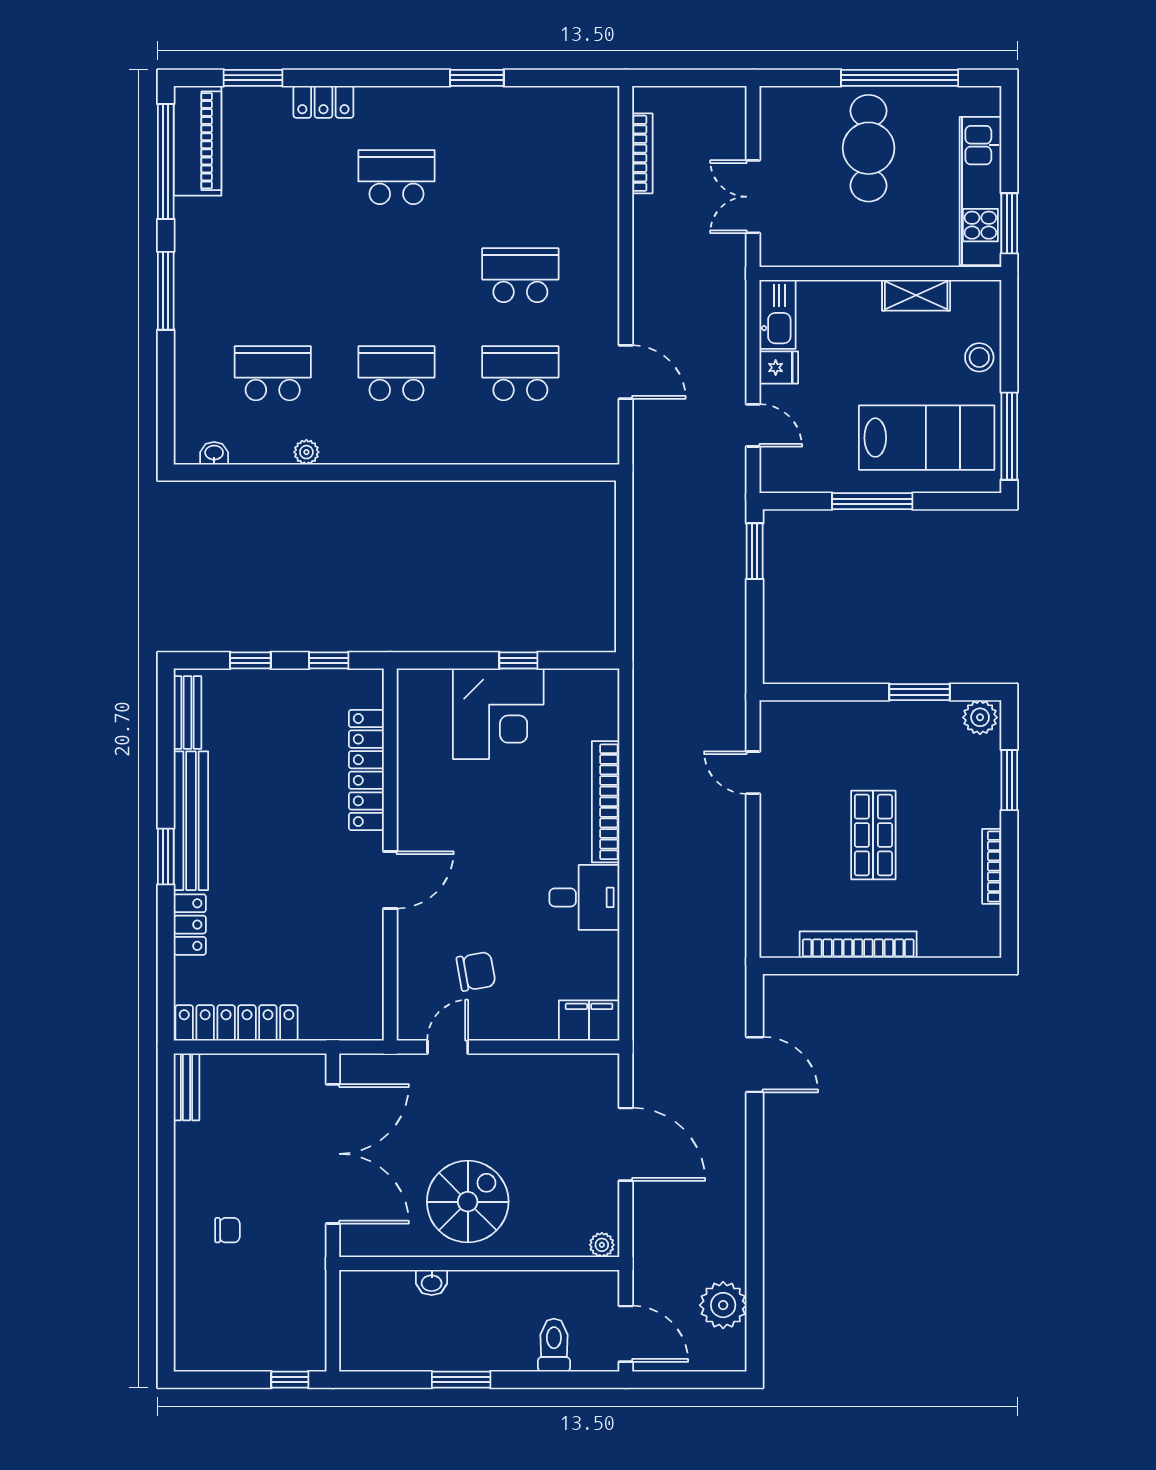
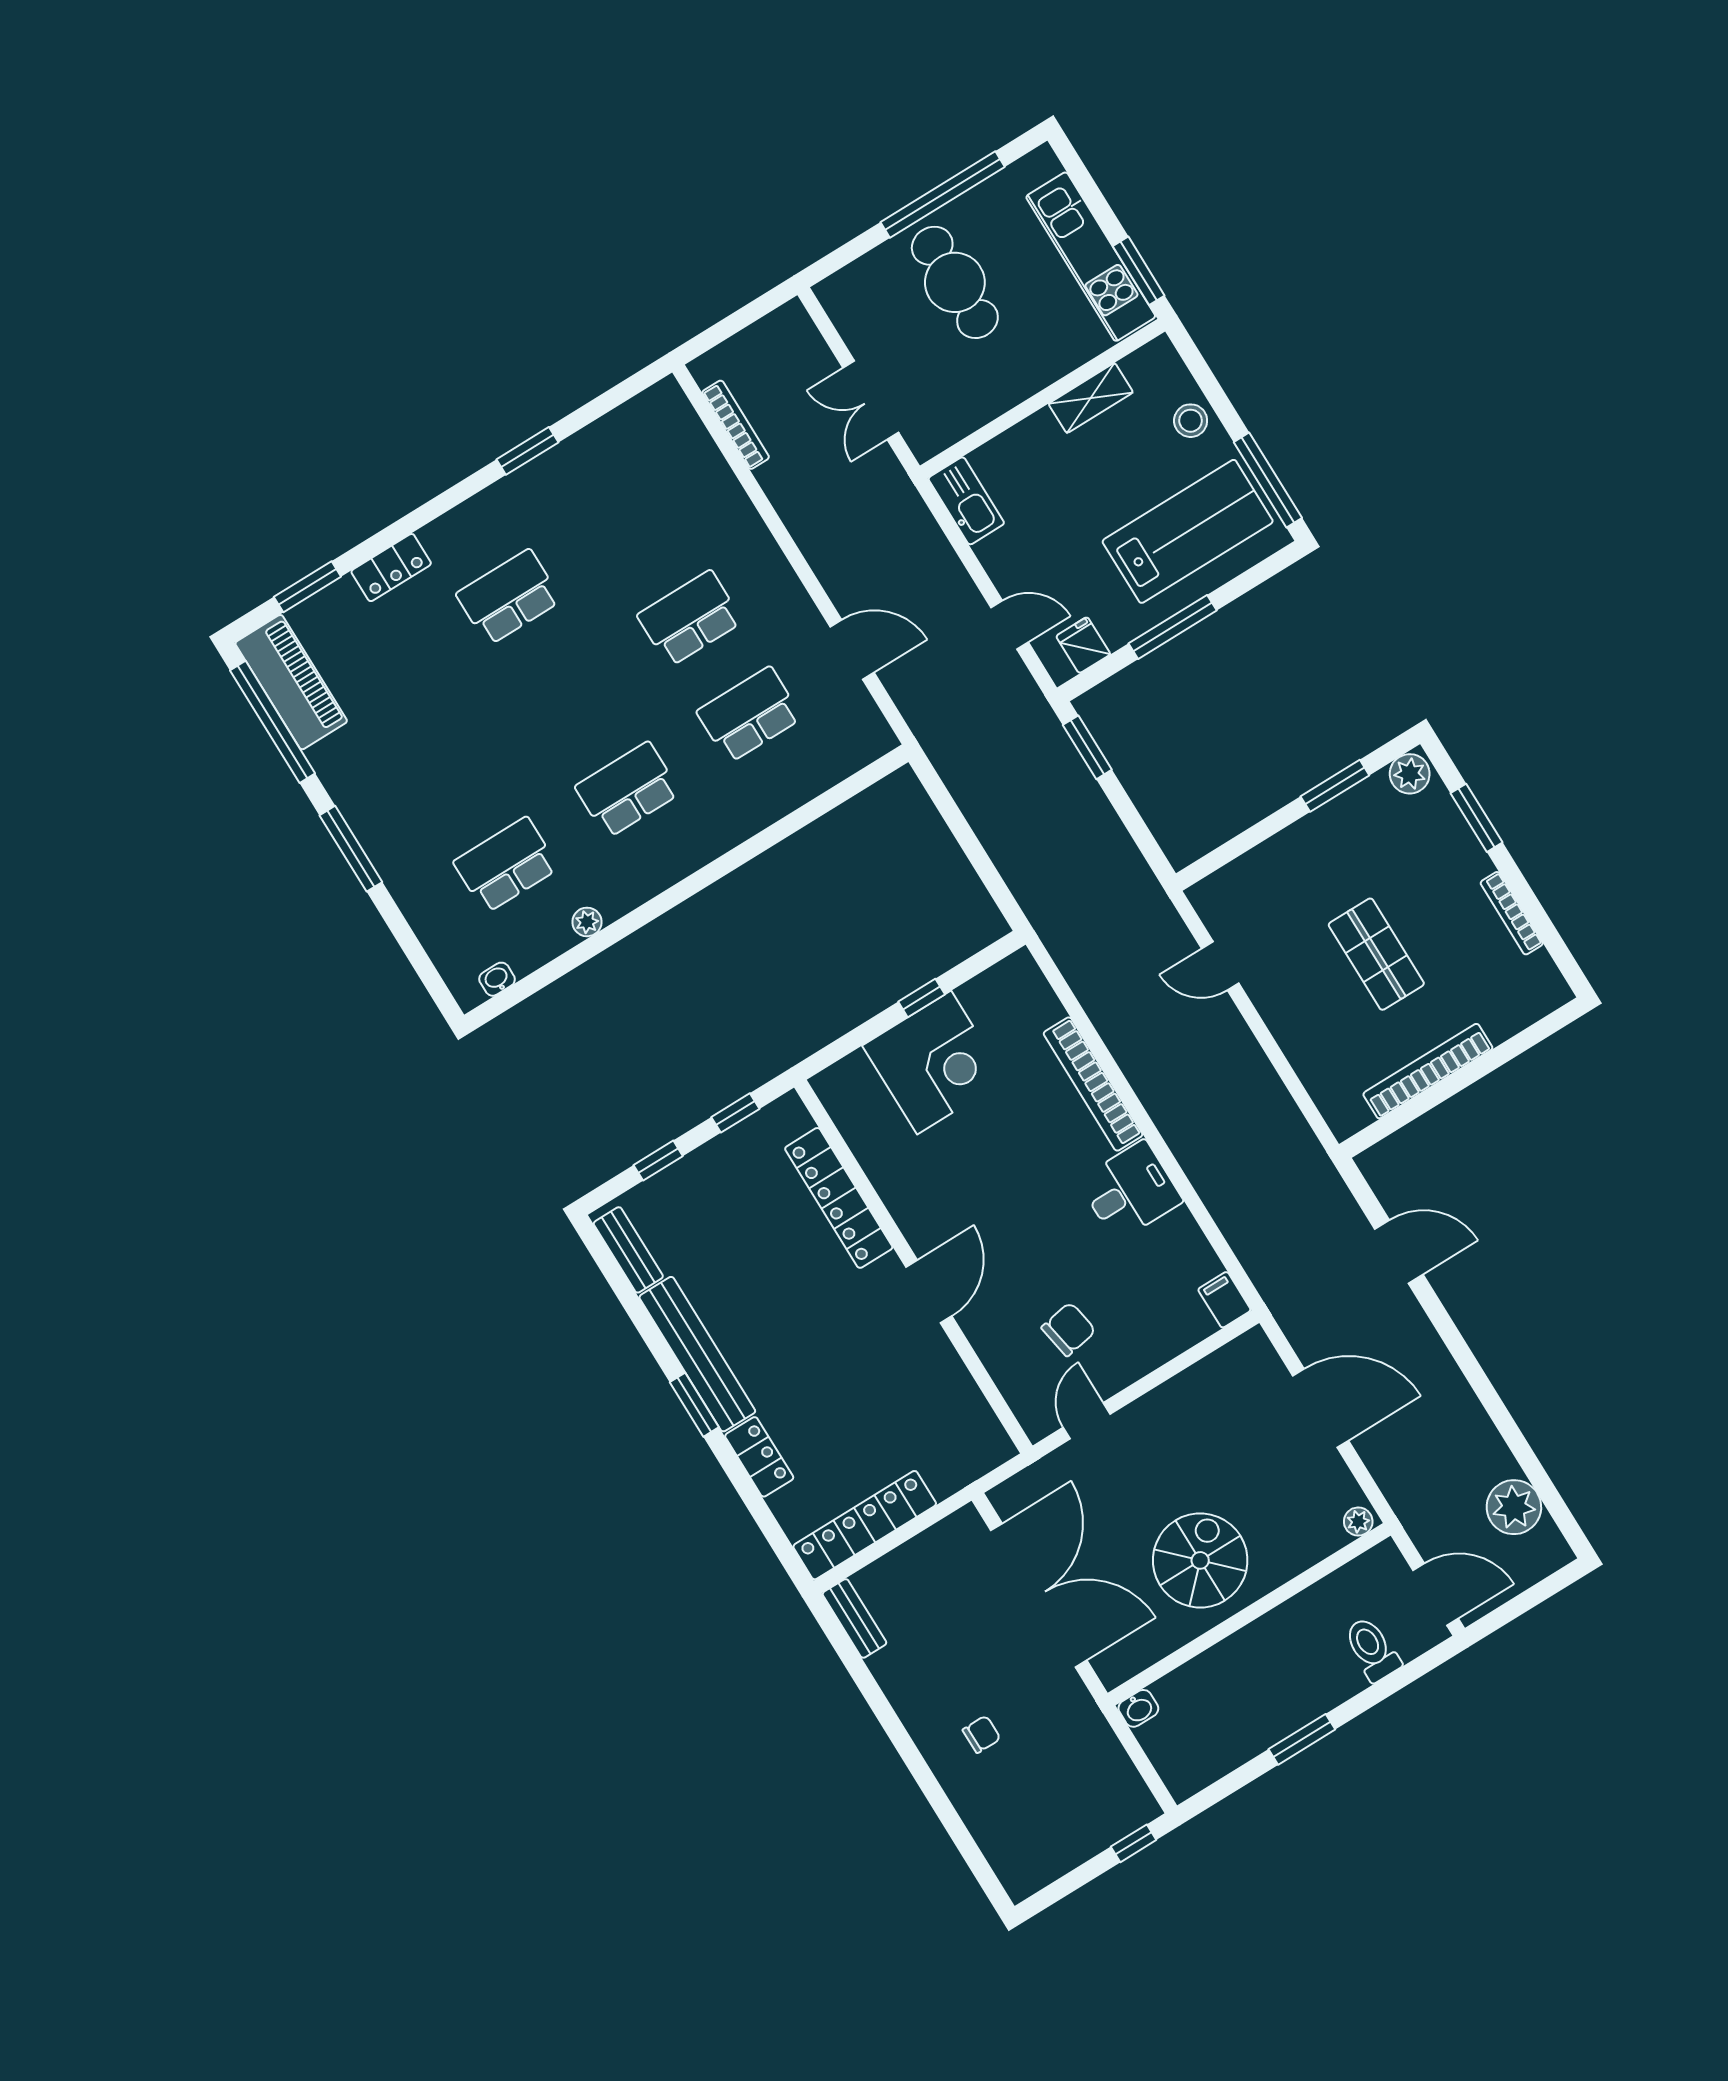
fridge: (779, 368) -> (1083, 645), moved, turned -90
filing cabinet: (589, 1021) -> (1224, 1300), width x0.50
washbasin: (432, 1282) -> (1138, 1708), moved

